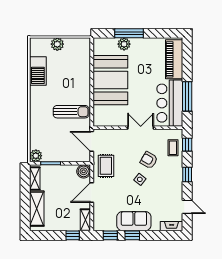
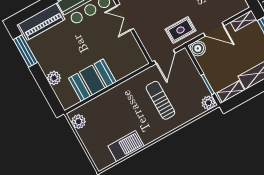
window: (129, 33) -> (25, 51), moved
plant: (57, 44) -> (79, 122), moved
booth: (110, 80) -> (92, 80), width x0.73, depth x0.70
sun lounger: (71, 112) -> (160, 100), moved

